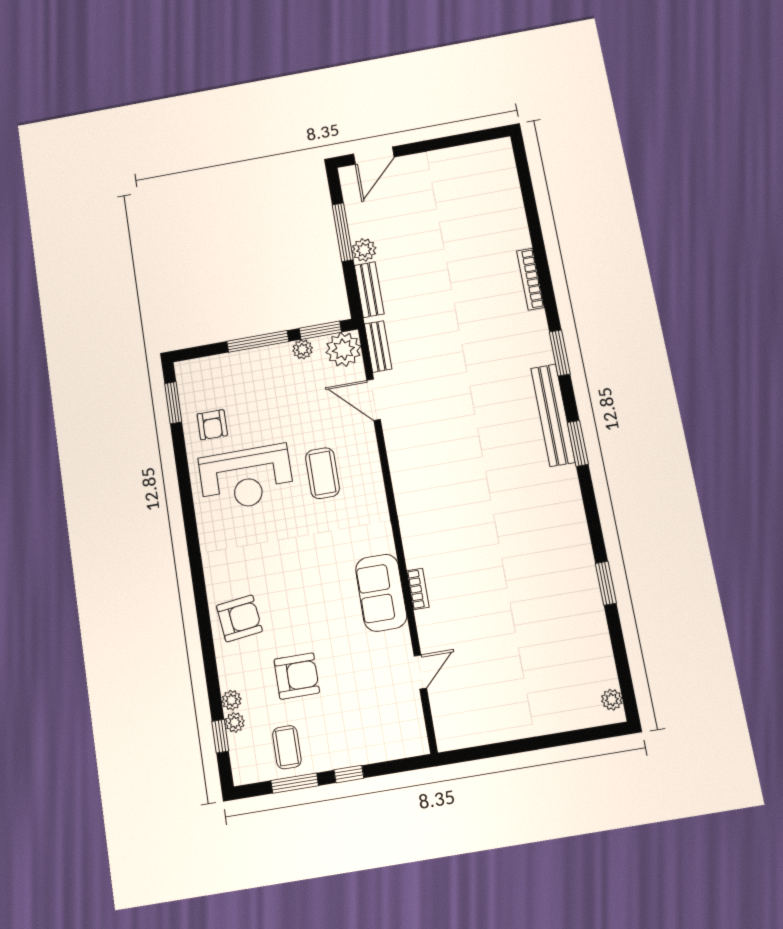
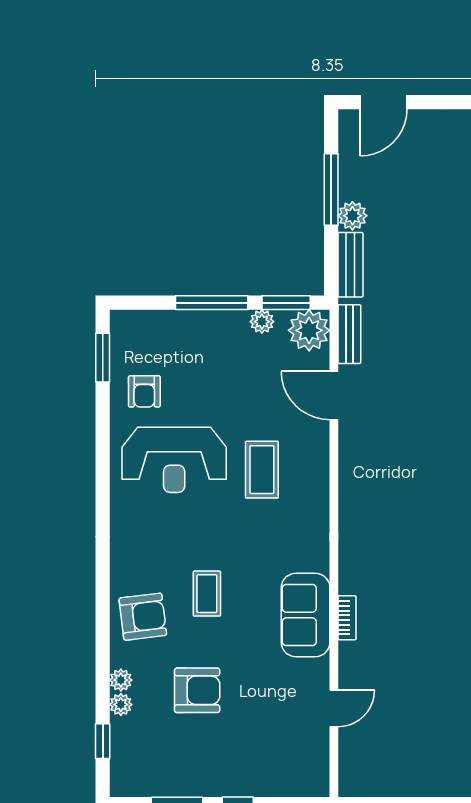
plant: (235, 722) -> (121, 680), moved
coffee table: (287, 747) -> (207, 594), moved

